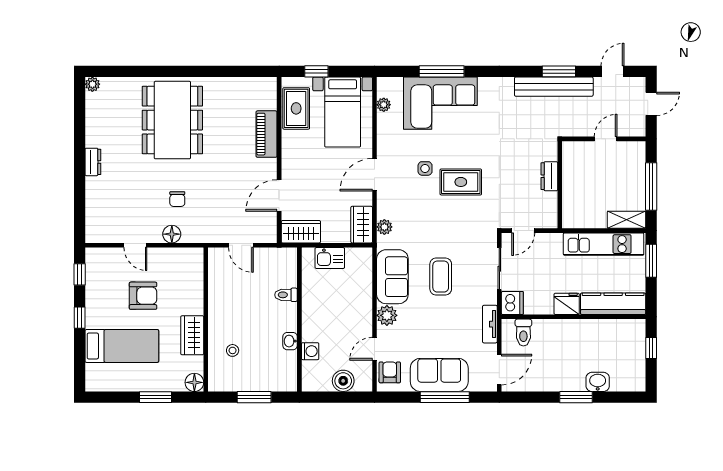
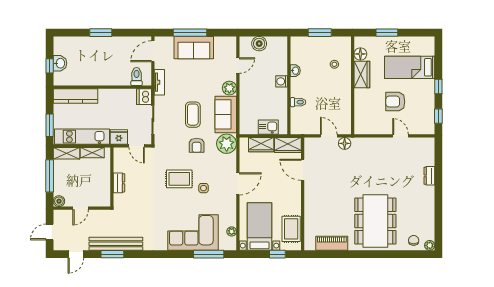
window: (442, 71) -> (209, 254), moved
piano: (267, 134) -> (332, 243), moved, turned -90
boiler: (637, 149) -> (59, 201), added
dresser: (93, 162) -> (429, 176), moved
door: (279, 195) -> (303, 170), swing flipped
chair: (177, 199) -> (414, 240), moved
shelving: (588, 221) -> (92, 153), added
wardrobe: (362, 225) -> (261, 145), moved, turned 90
plant: (384, 227) -> (227, 144), width x1.87, depth x1.87
door: (523, 231) -> (137, 146), swing flipped
floor lamp: (172, 234) -> (345, 143), moved
fridge: (567, 304) -> (119, 137), moved, turned 180
washing machine: (310, 351) -> (282, 81), moved
armchair: (390, 372) -> (197, 145), moved
floor lamp: (194, 382) -> (360, 54), moved
washbasin: (598, 382) -> (60, 63), moved, turned -90

